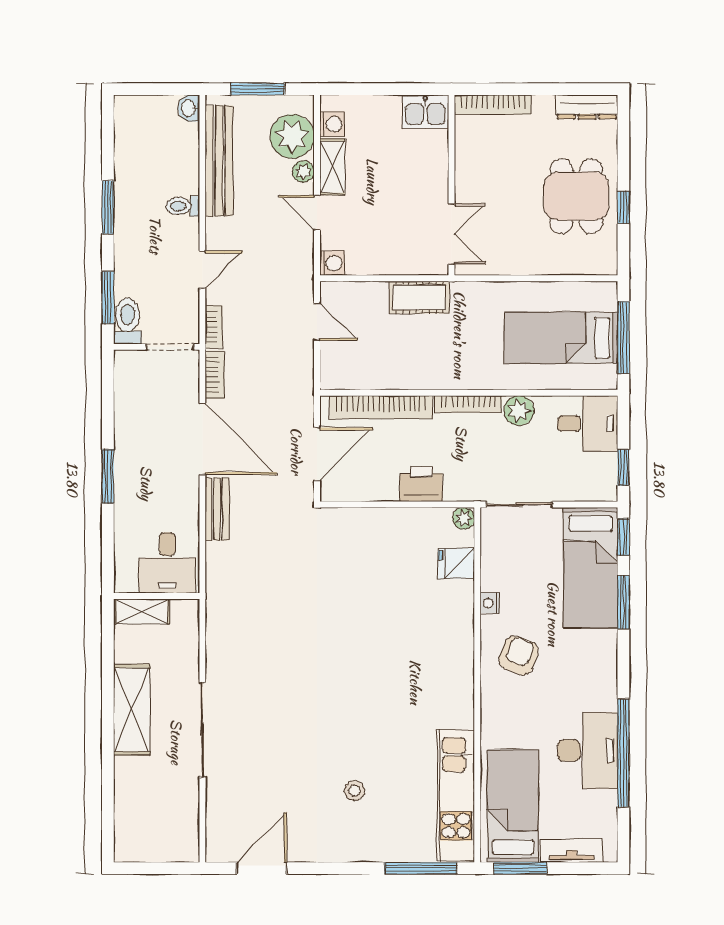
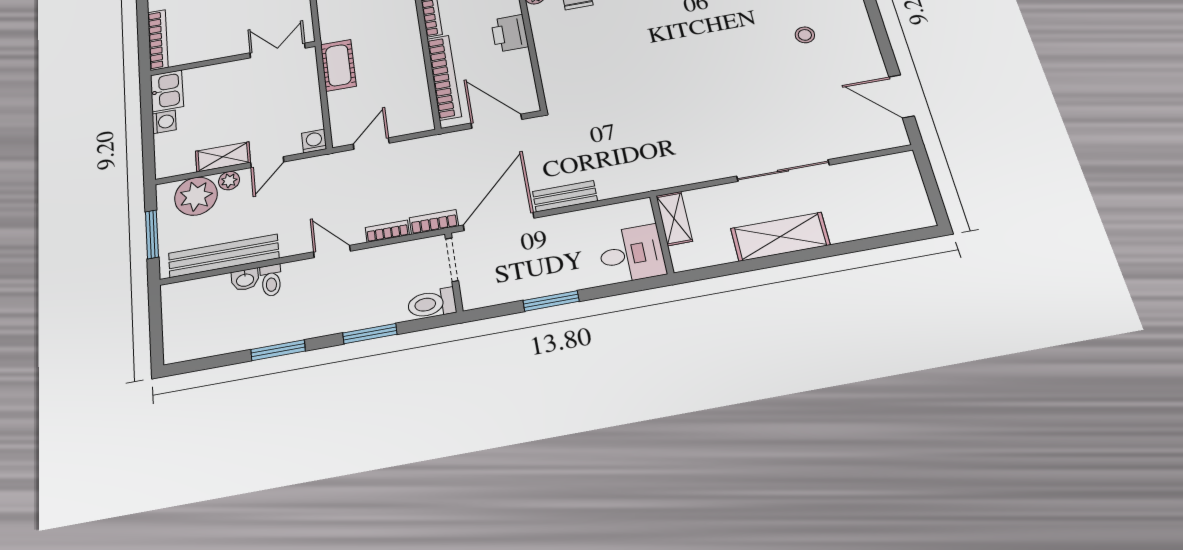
washbasin: (189, 108) -> (245, 280), moved
washing machine: (332, 124) -> (164, 122), moved, turned 90
toilet: (128, 321) -> (432, 303), moved
wall: (157, 347) -> (454, 272), moved
doorway: (170, 347) -> (452, 260), moved
desk: (167, 563) -> (632, 254), moved
shelving: (142, 612) -> (674, 218), moved

